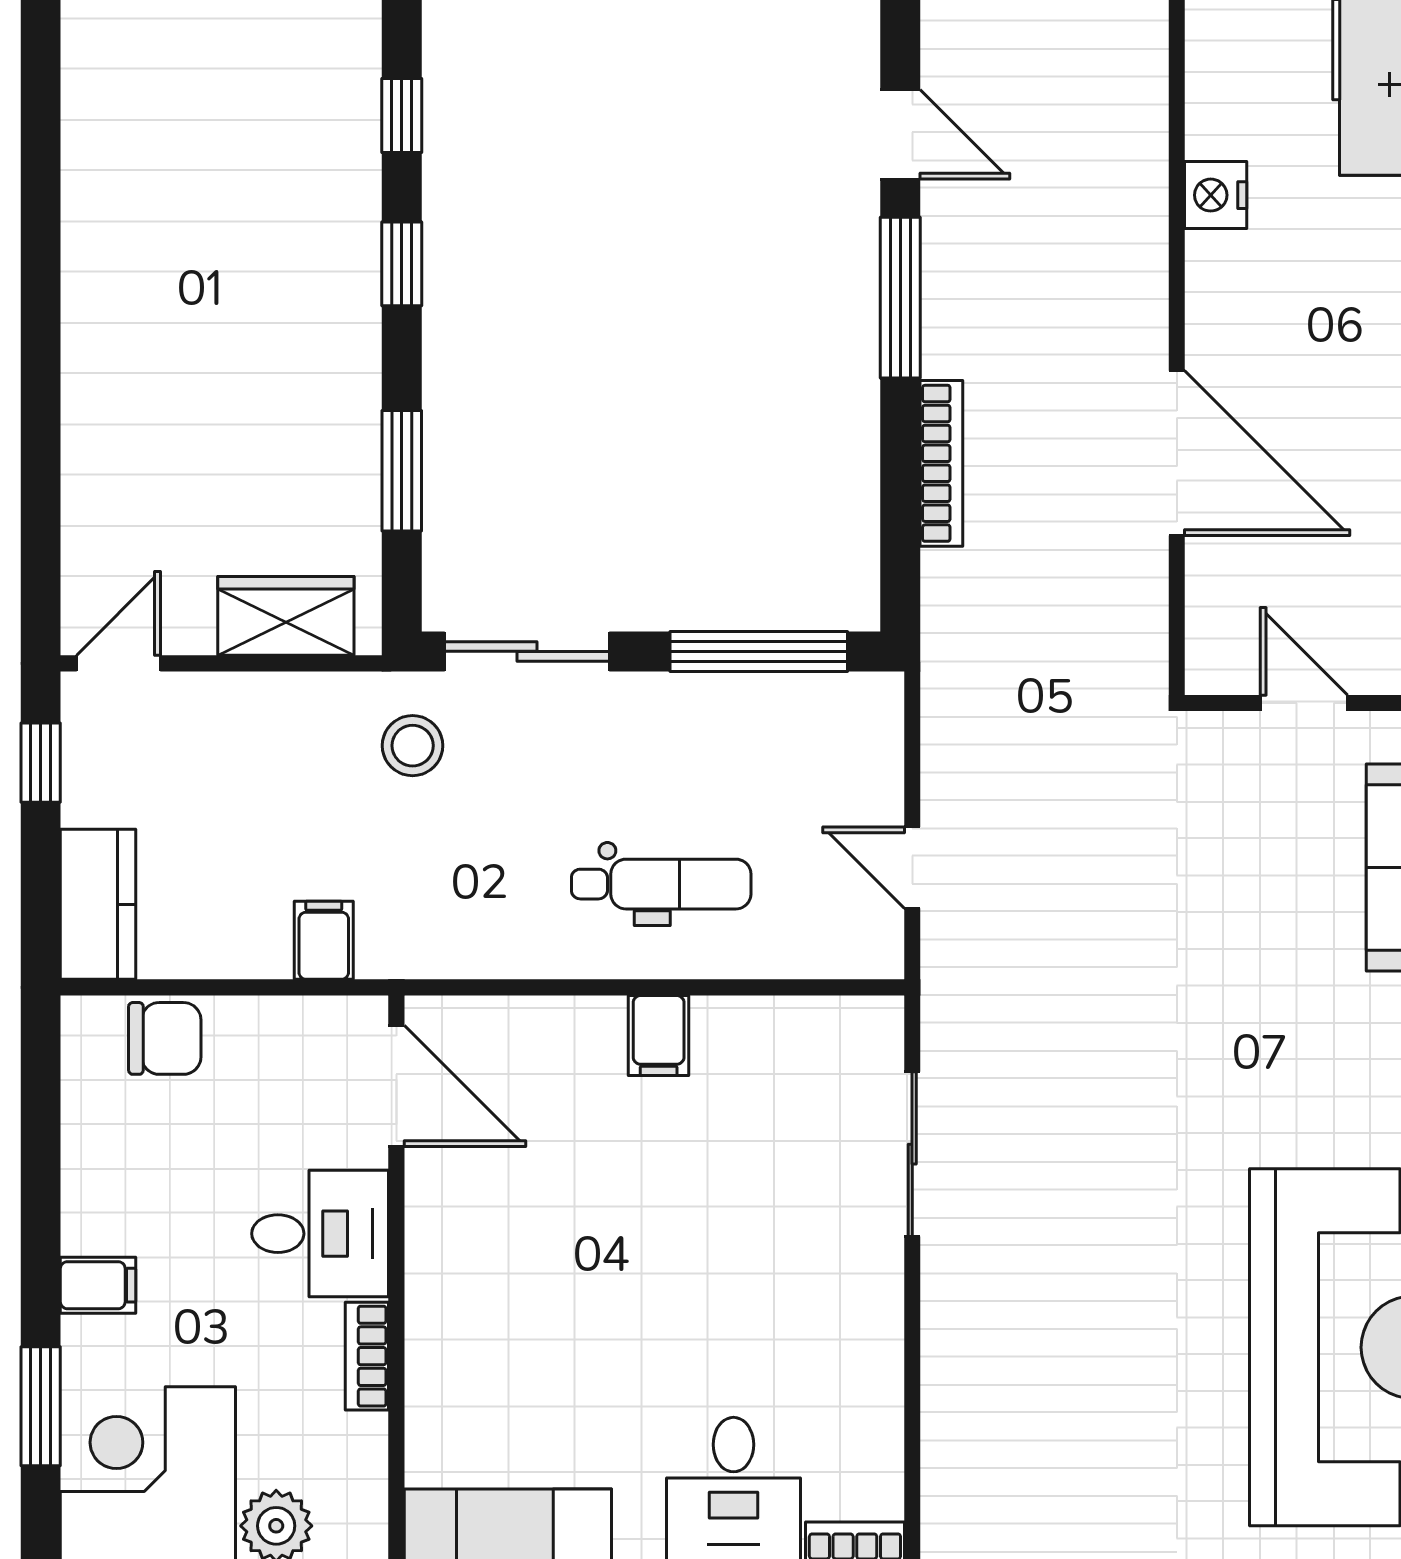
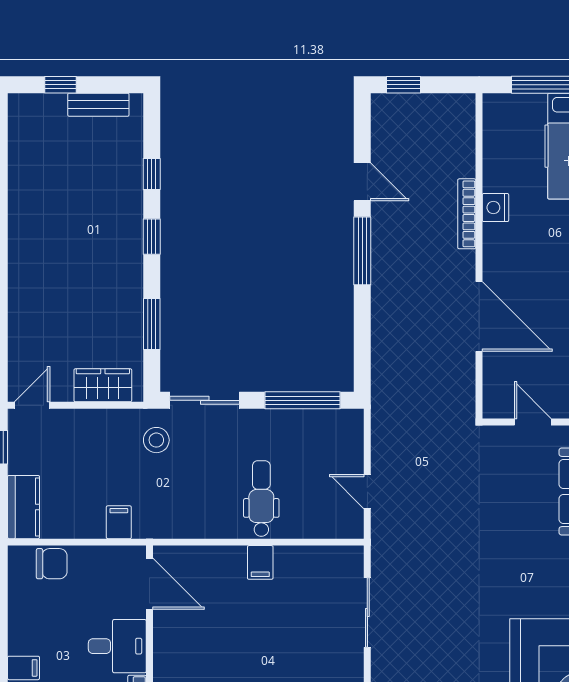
bookcase: (941, 463) -> (467, 214), moved, turned 180
dental chair: (661, 884) -> (261, 498), turned -90

